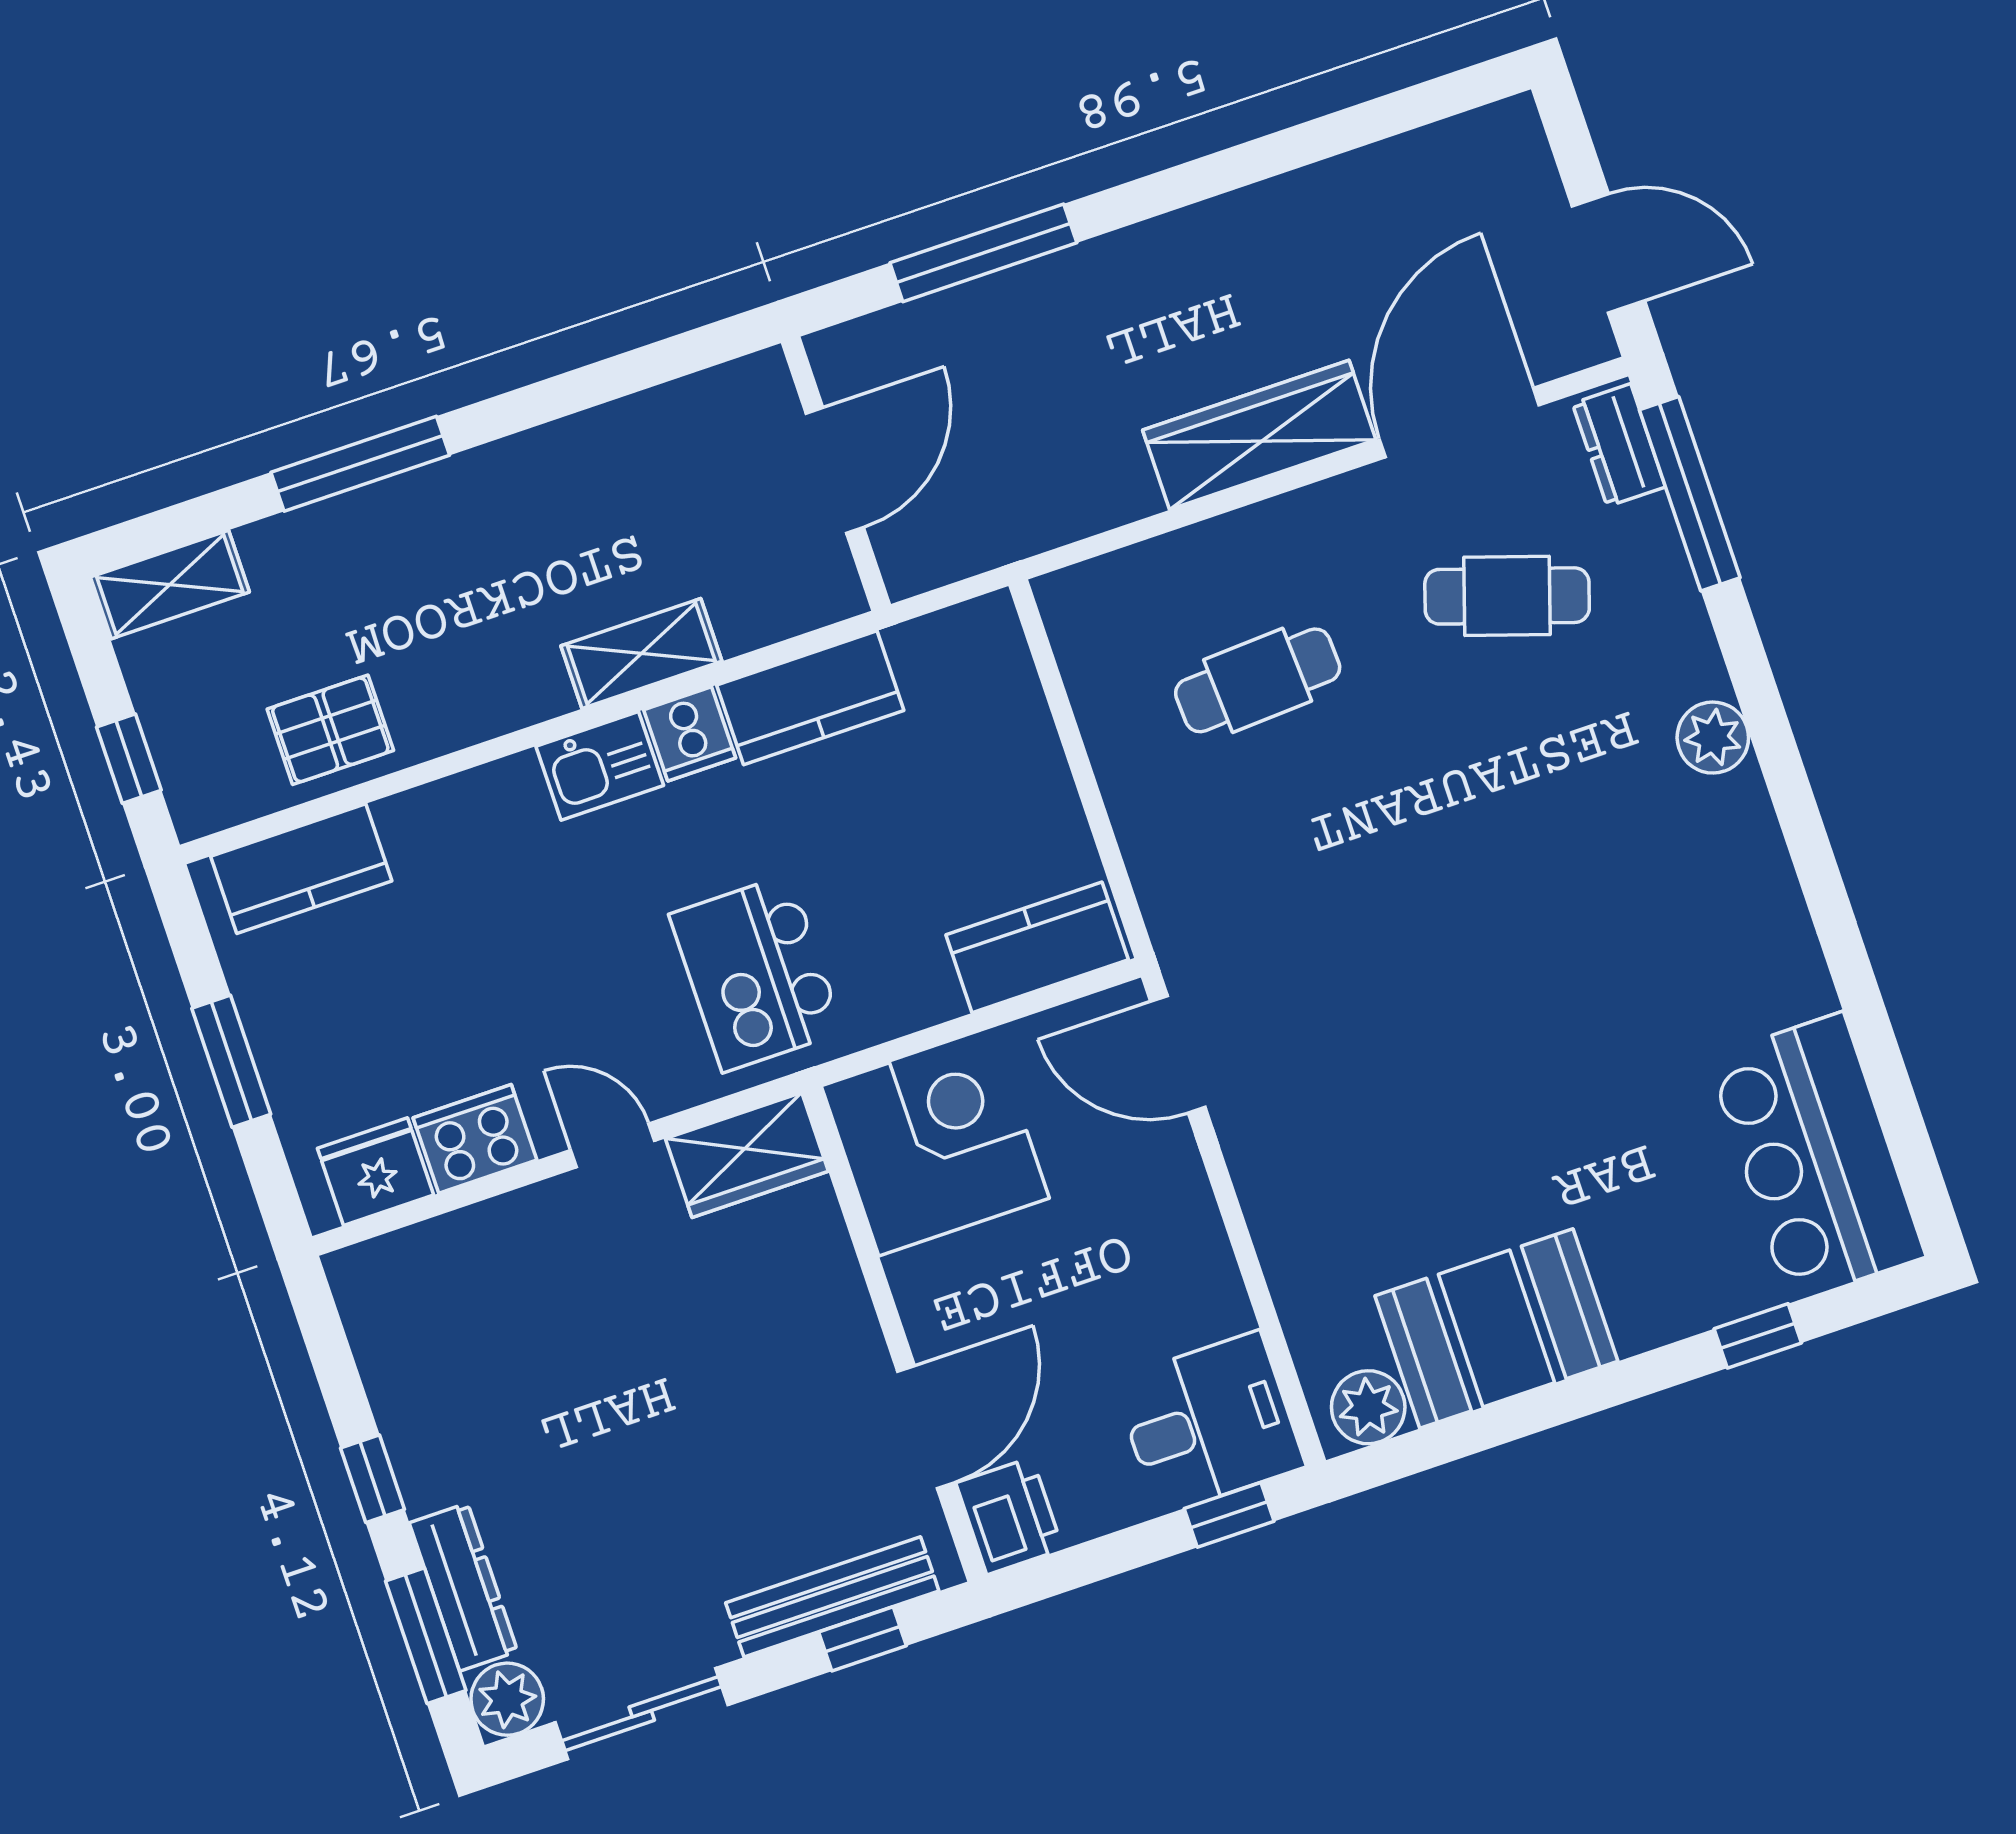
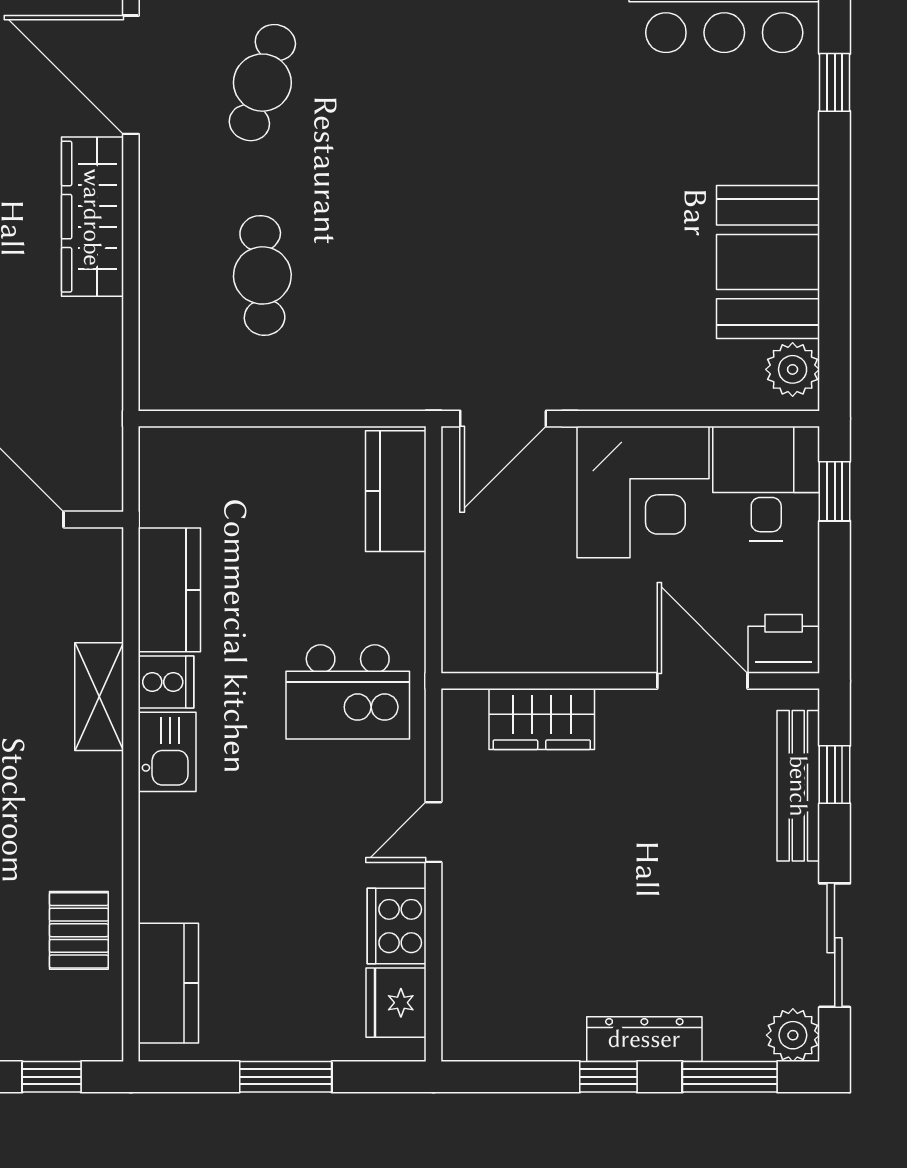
corner desk: (935, 1142) -> (643, 492), moved, turned 180
wardrobe: (747, 1155) -> (542, 719), moved, turned 90
dresser: (463, 1587) -> (644, 1039), moved

